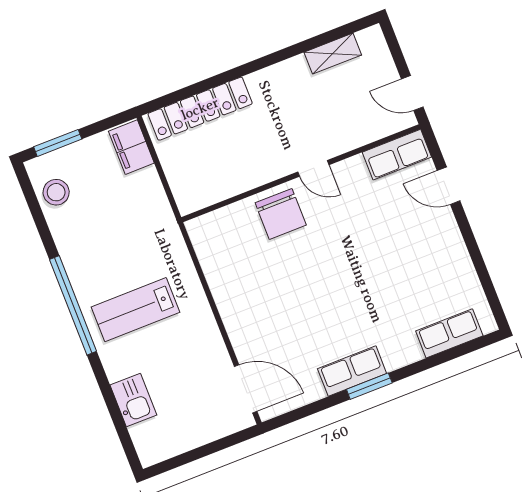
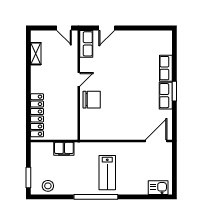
door: (412, 93) -> (64, 28), hinge flipped
filing cabinet: (131, 147) -> (64, 149), moved
row of seats: (449, 333) -> (166, 68), moved
kitchen sink: (133, 400) -> (158, 188), moved

